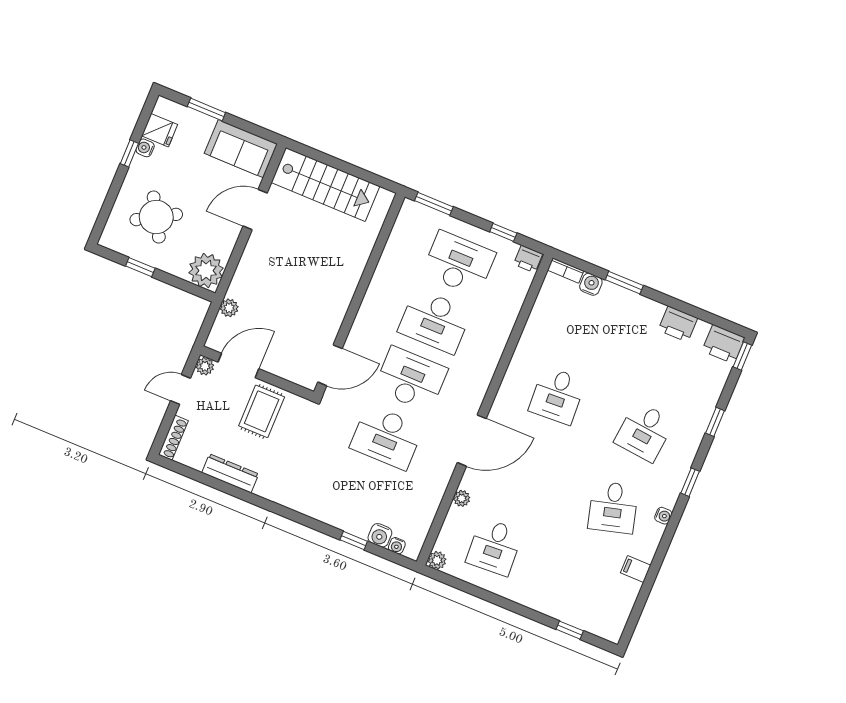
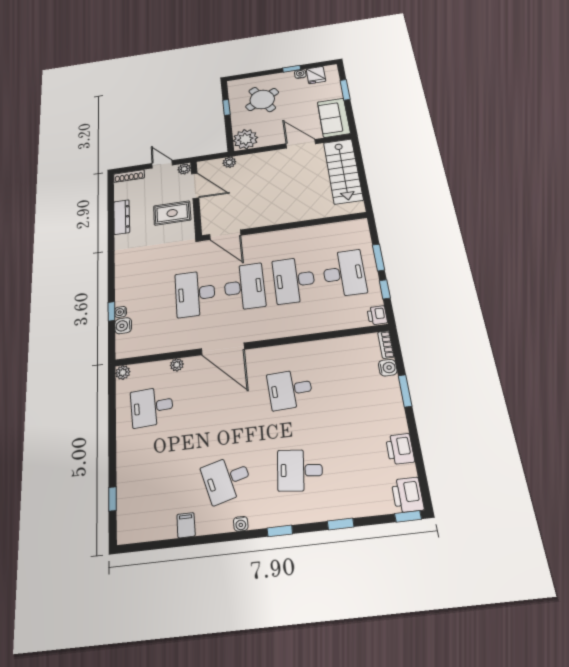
window: (434, 204) -> (378, 257), moved
water cooler: (397, 546) -> (121, 312), moved

